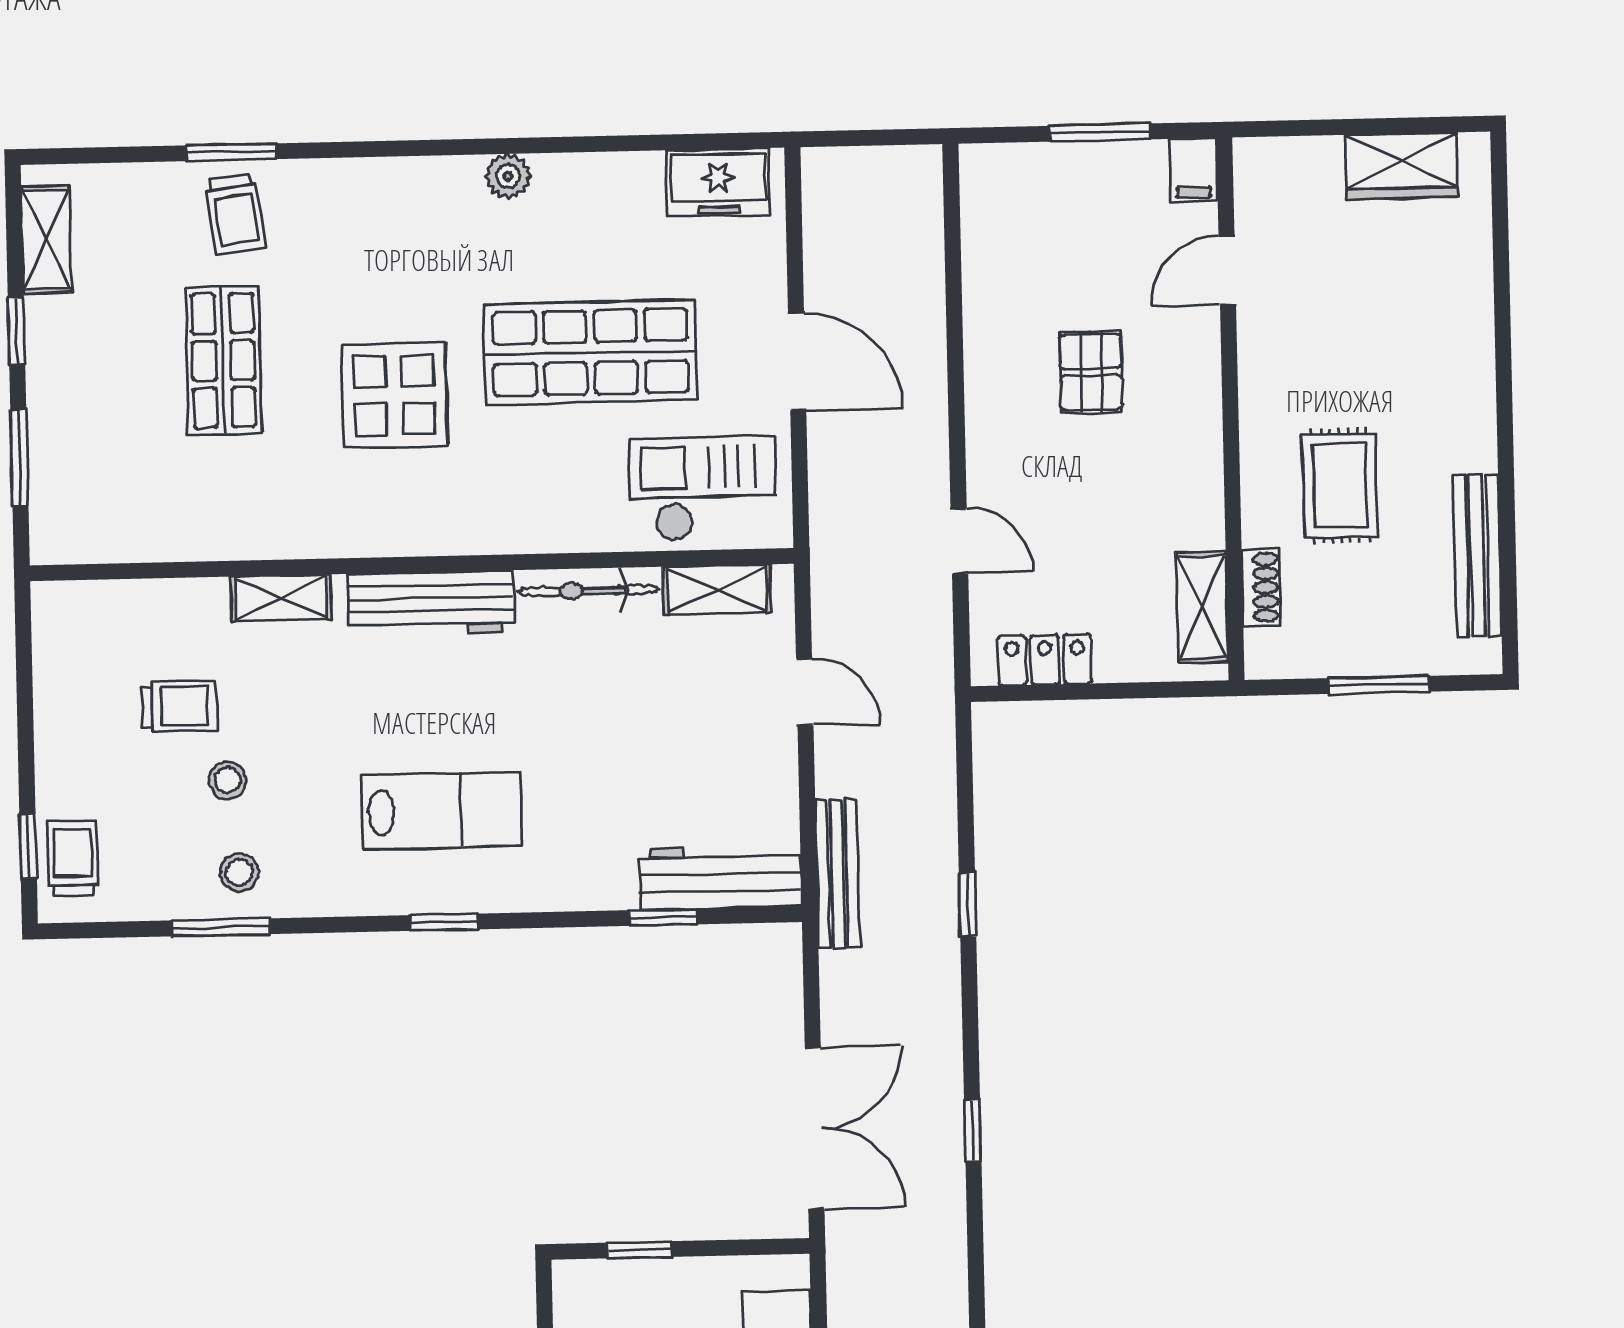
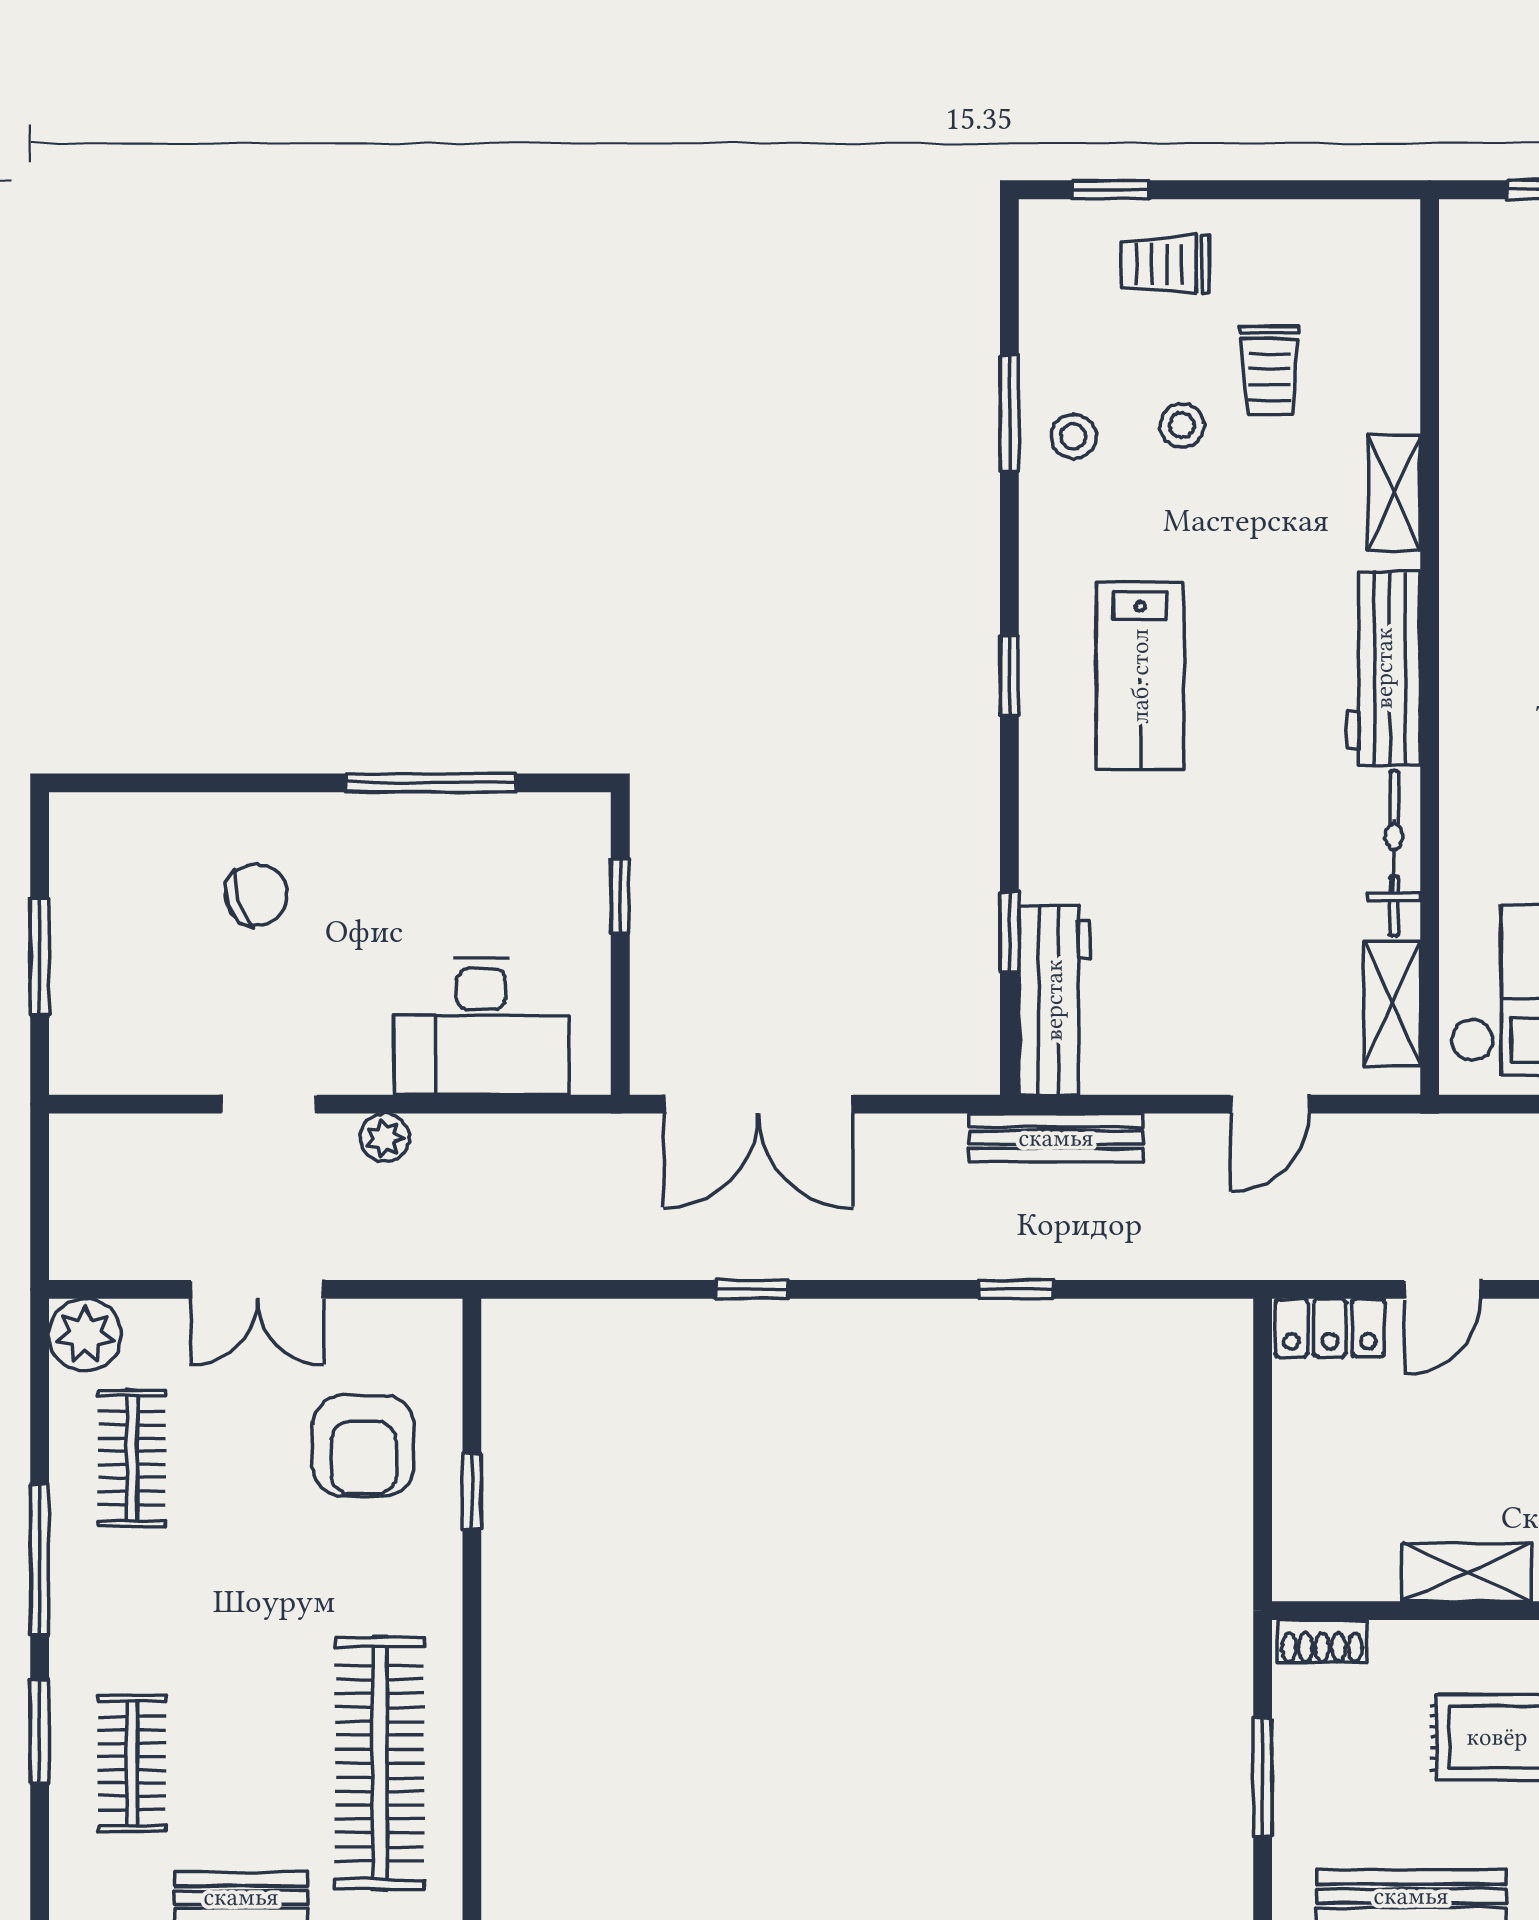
shoe rack: (1261, 587) -> (1322, 1642), moved
shelving: (1202, 607) -> (1467, 1572), moved
locker: (1045, 660) -> (1330, 1328), moved, turned 90
trolley: (73, 858) -> (1165, 264), moved, turned 180

